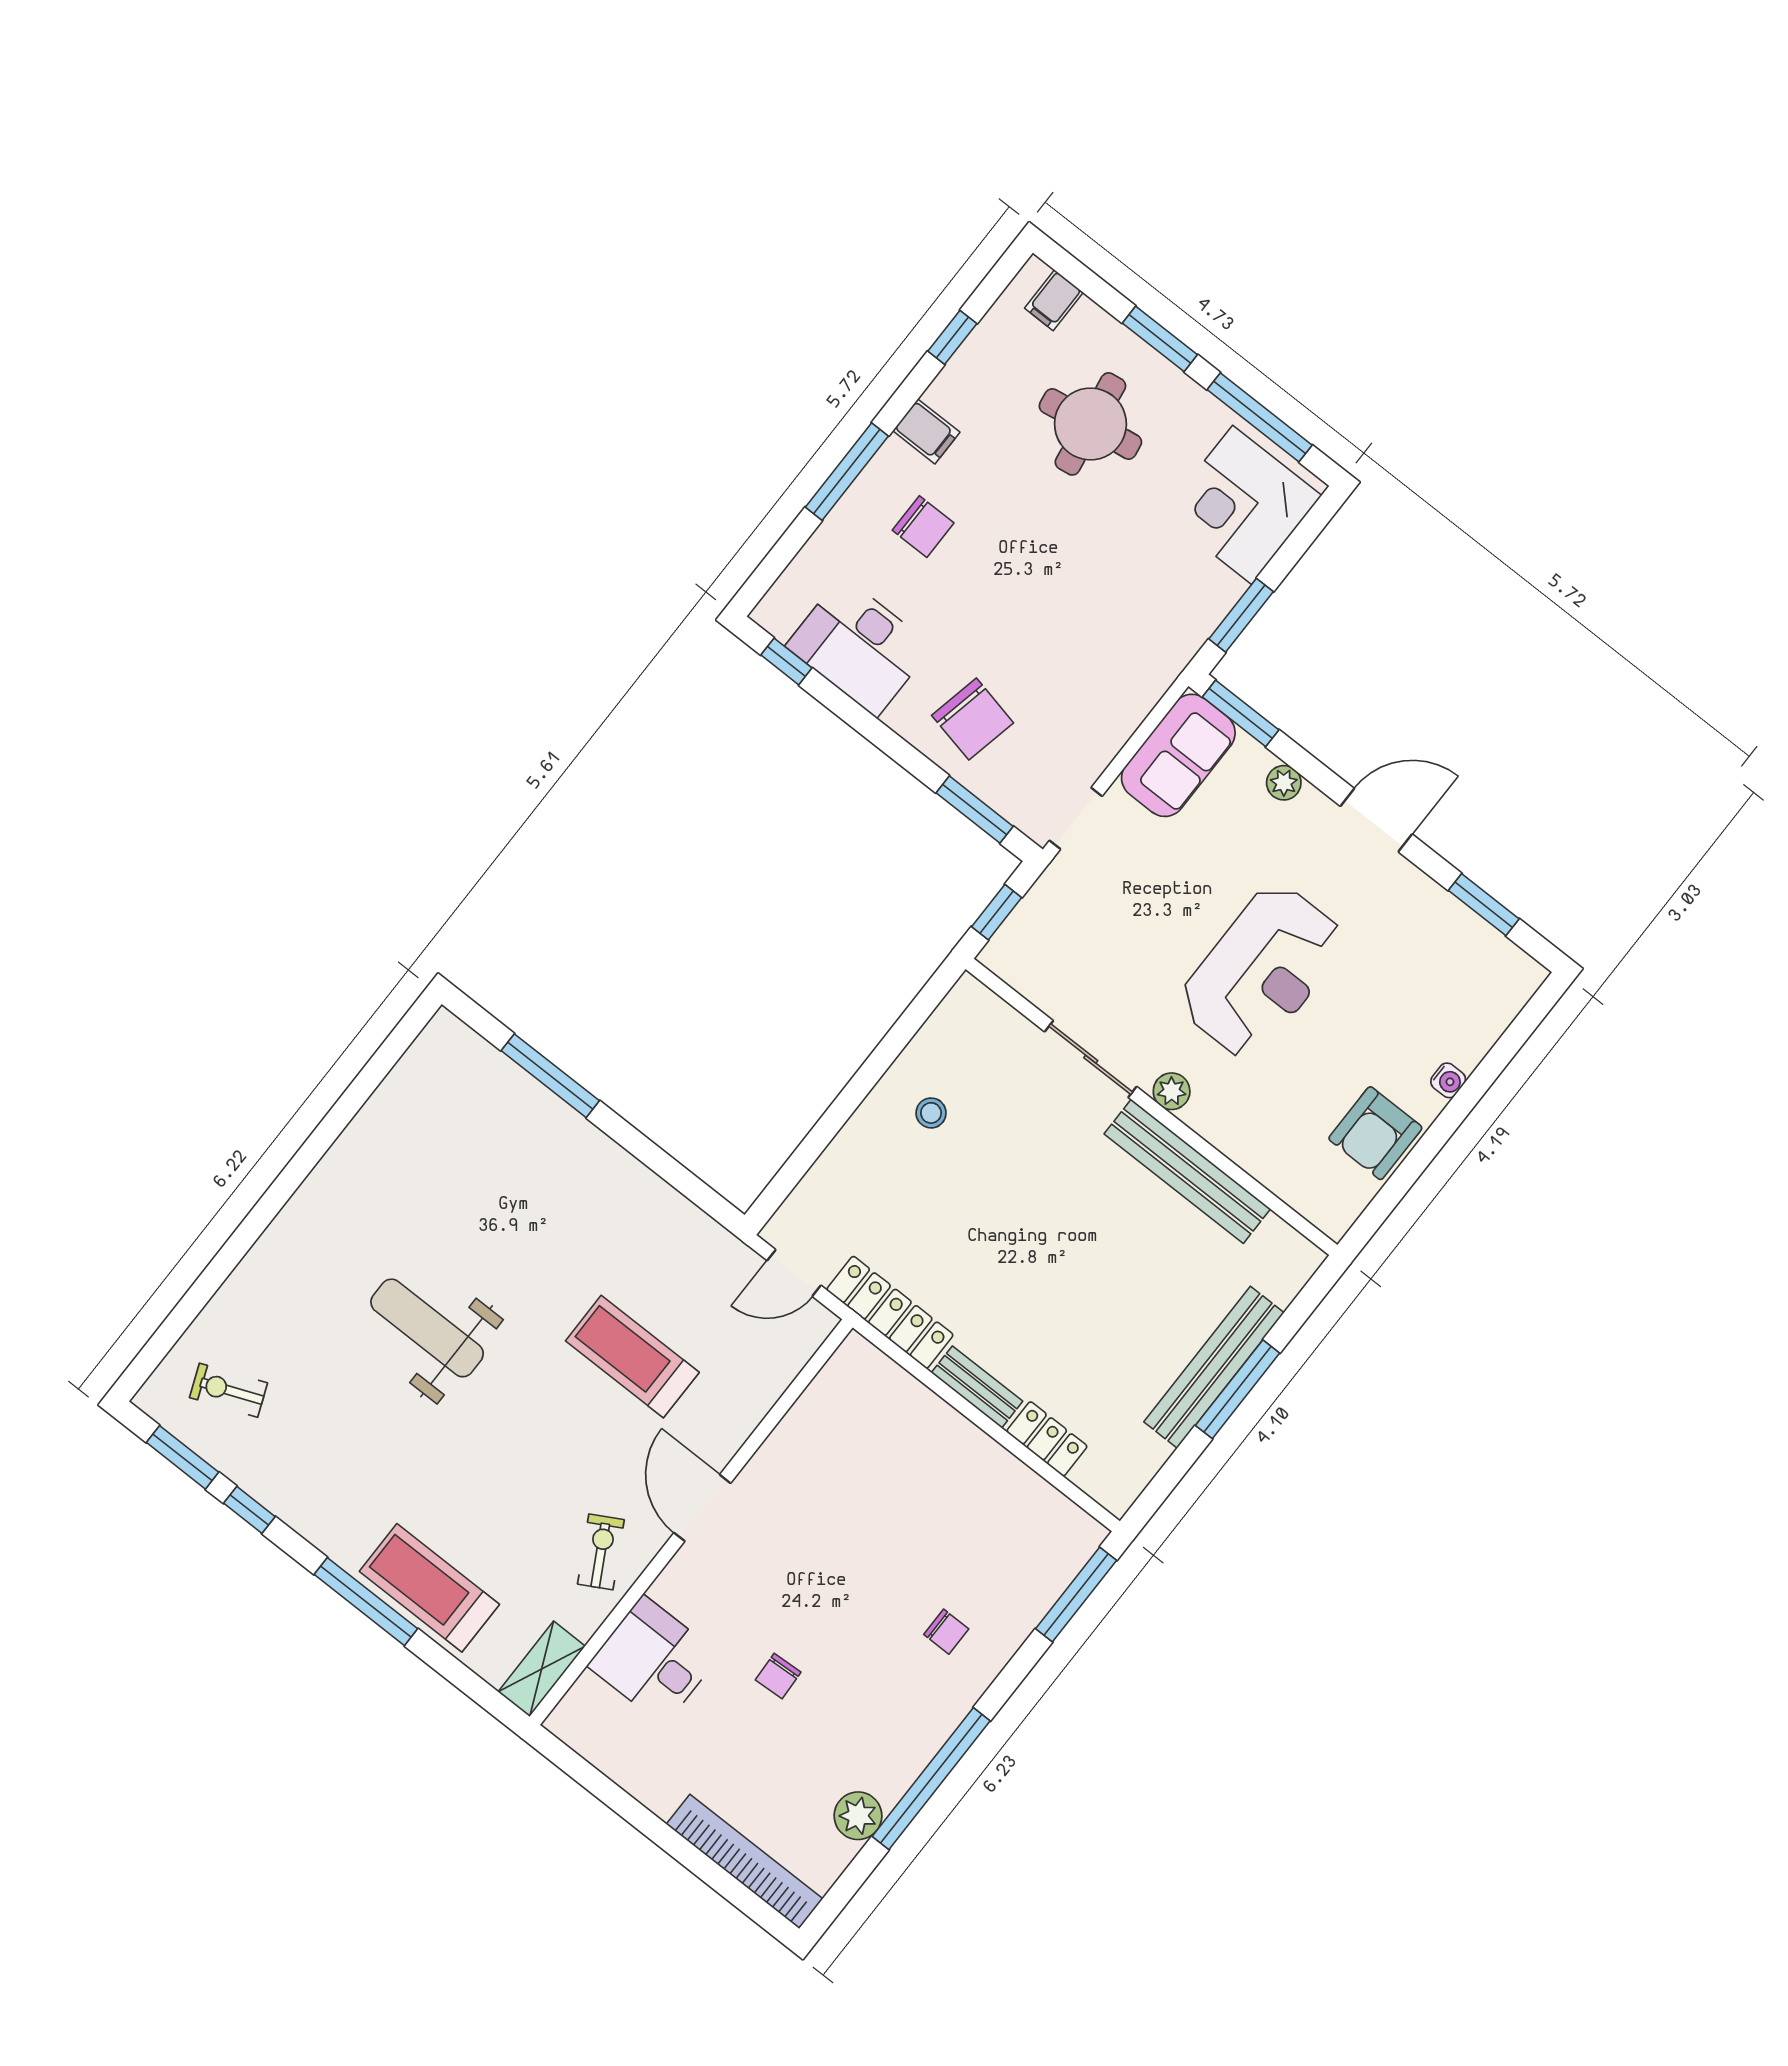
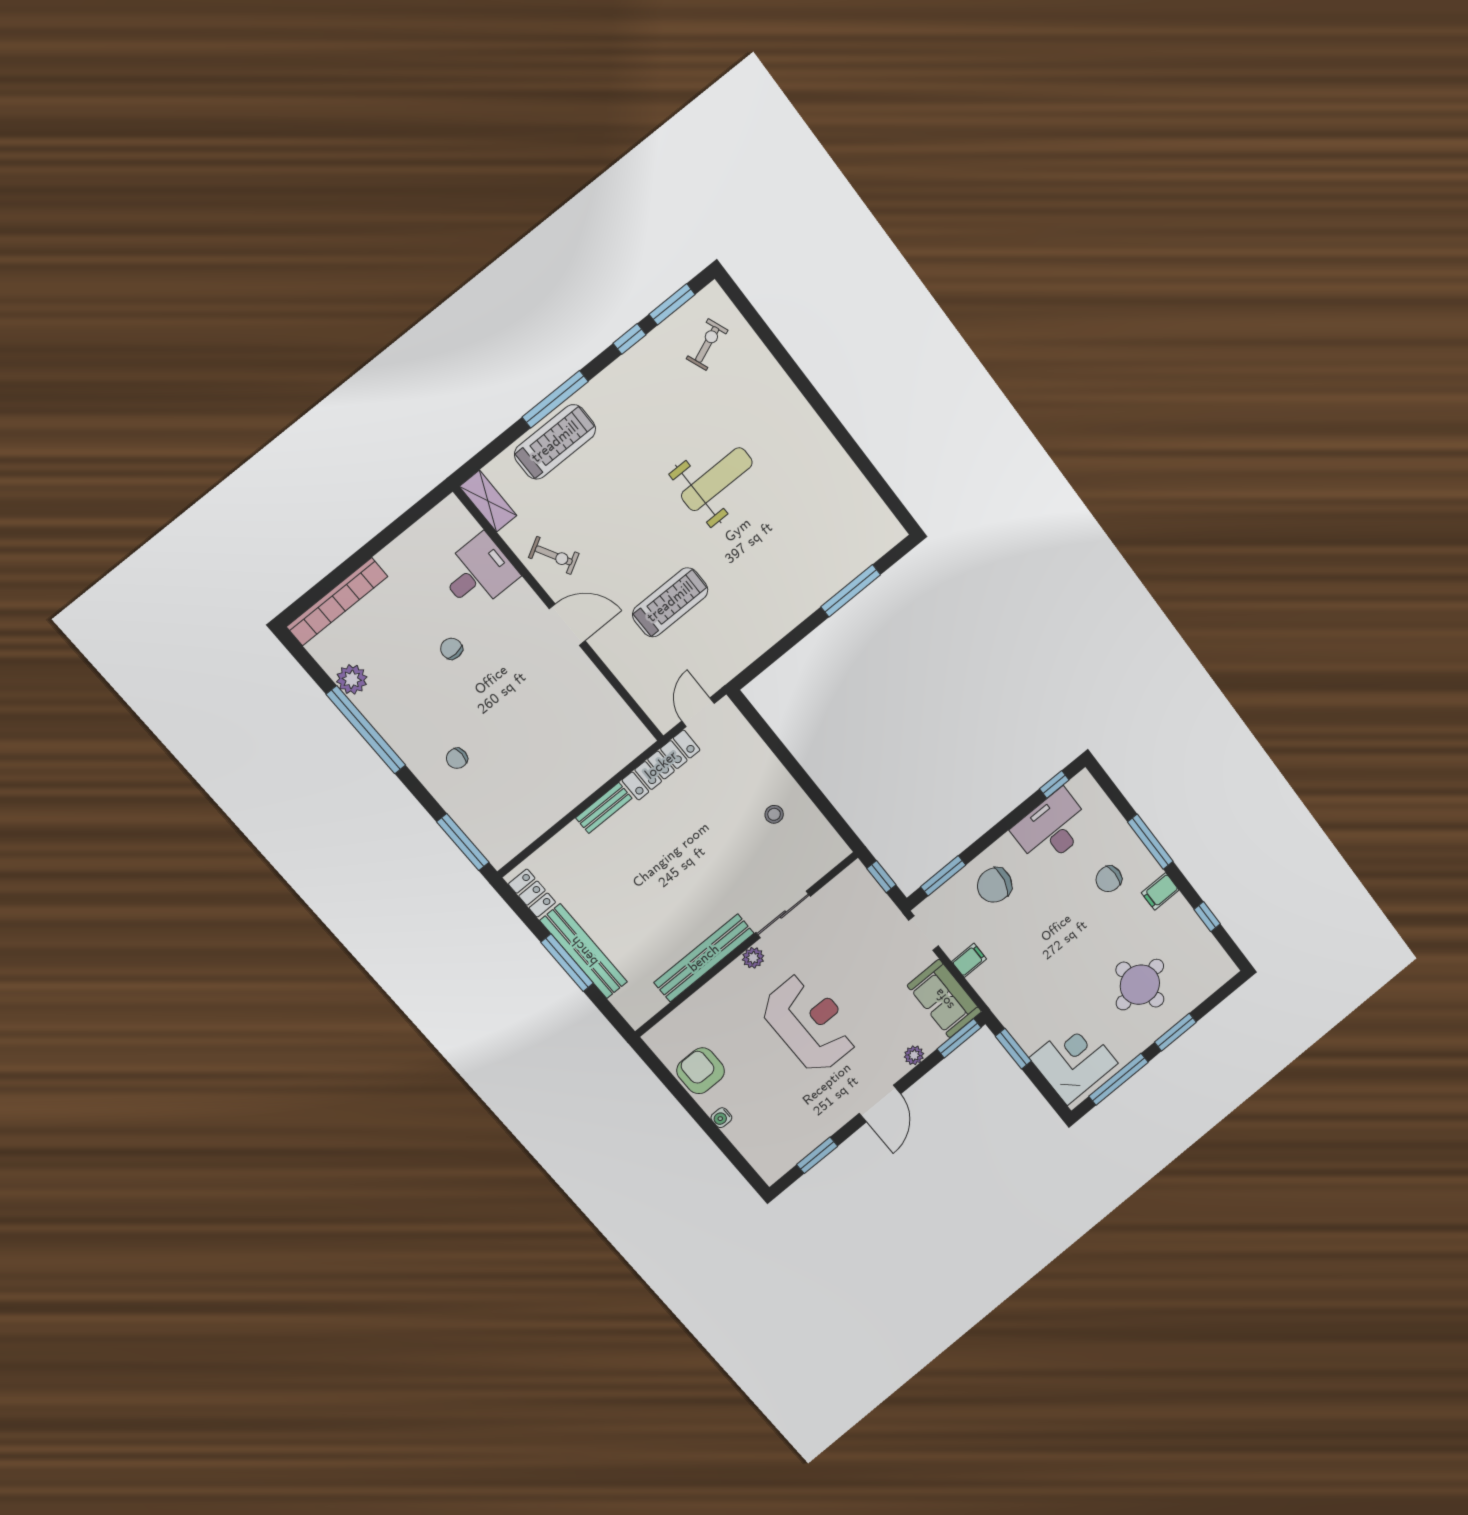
filing cabinet: (1054, 300) -> (969, 960), moved, turned 90
reception desk: (1262, 971) -> (810, 1023), turned 180
locker: (1047, 1439) -> (532, 893), moved, turned -90

